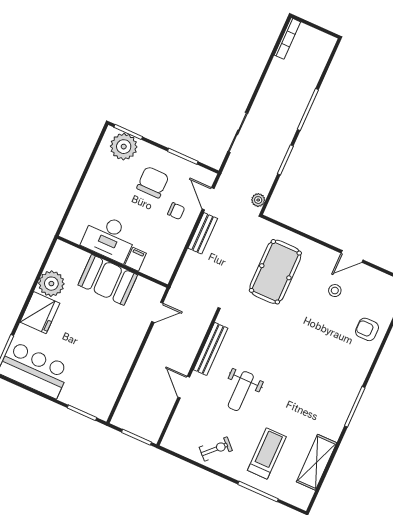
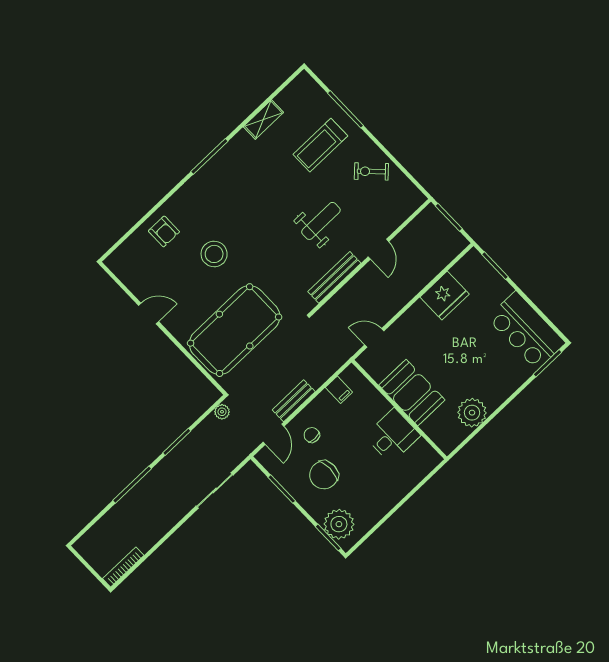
desk: (109, 238) -> (392, 436), width x0.73
filing cabinet: (136, 259) -> (339, 390), moved, turned -90
pool table: (275, 272) -> (235, 330), width x1.36, depth x1.32
stool: (335, 291) -> (214, 254), moved, width x1.89, depth x1.89
fridge: (40, 313) -> (445, 296), moved, turned 180
shelving: (317, 462) -> (263, 120), width x0.67, depth x0.75

